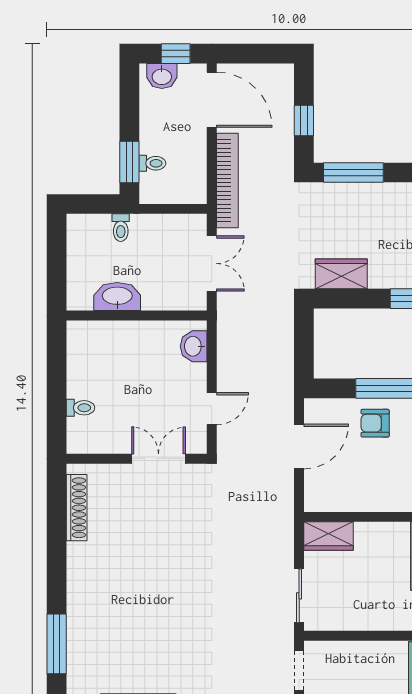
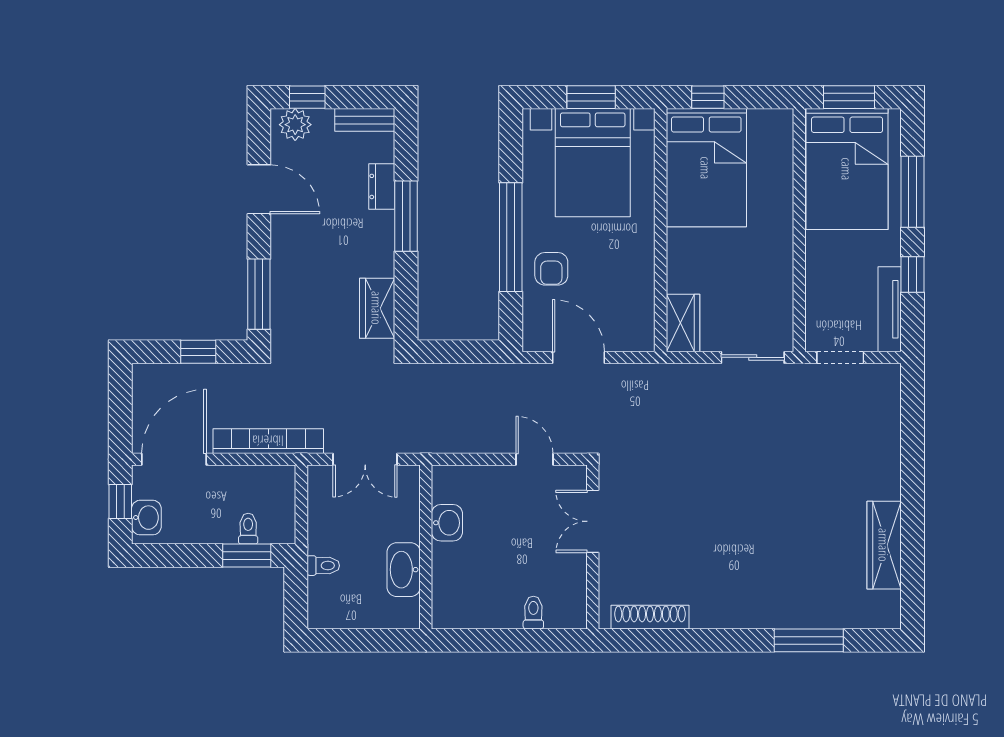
double door: (212, 263) -> (365, 459), swing flipped
washbasin: (194, 346) -> (447, 523), moved, turned -90

